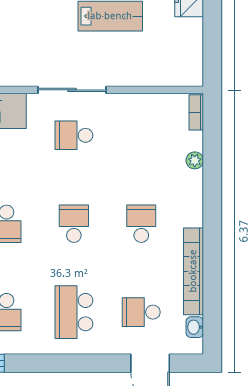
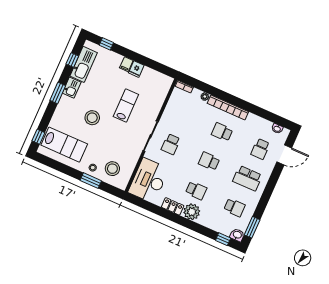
bookcase: (193, 271) -> (228, 107), moved

